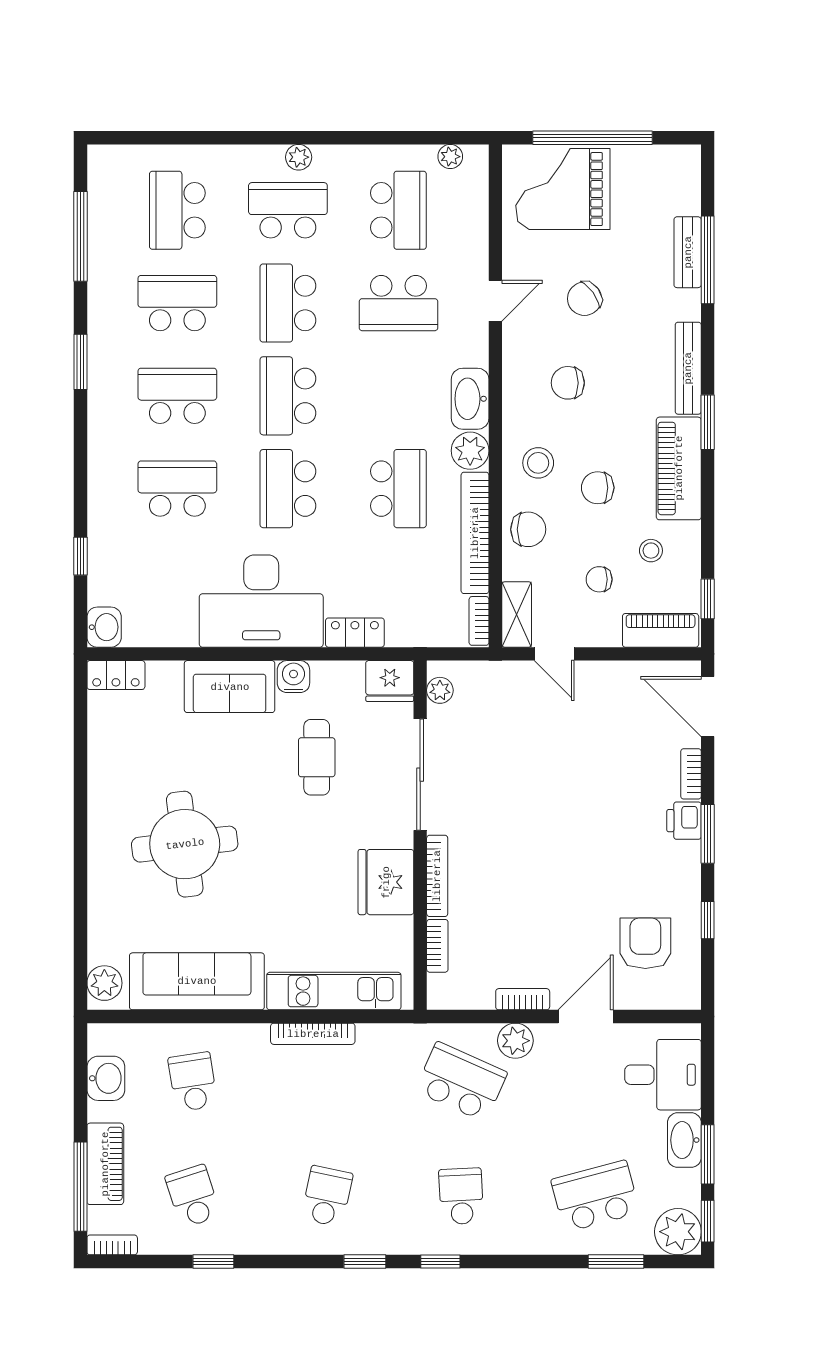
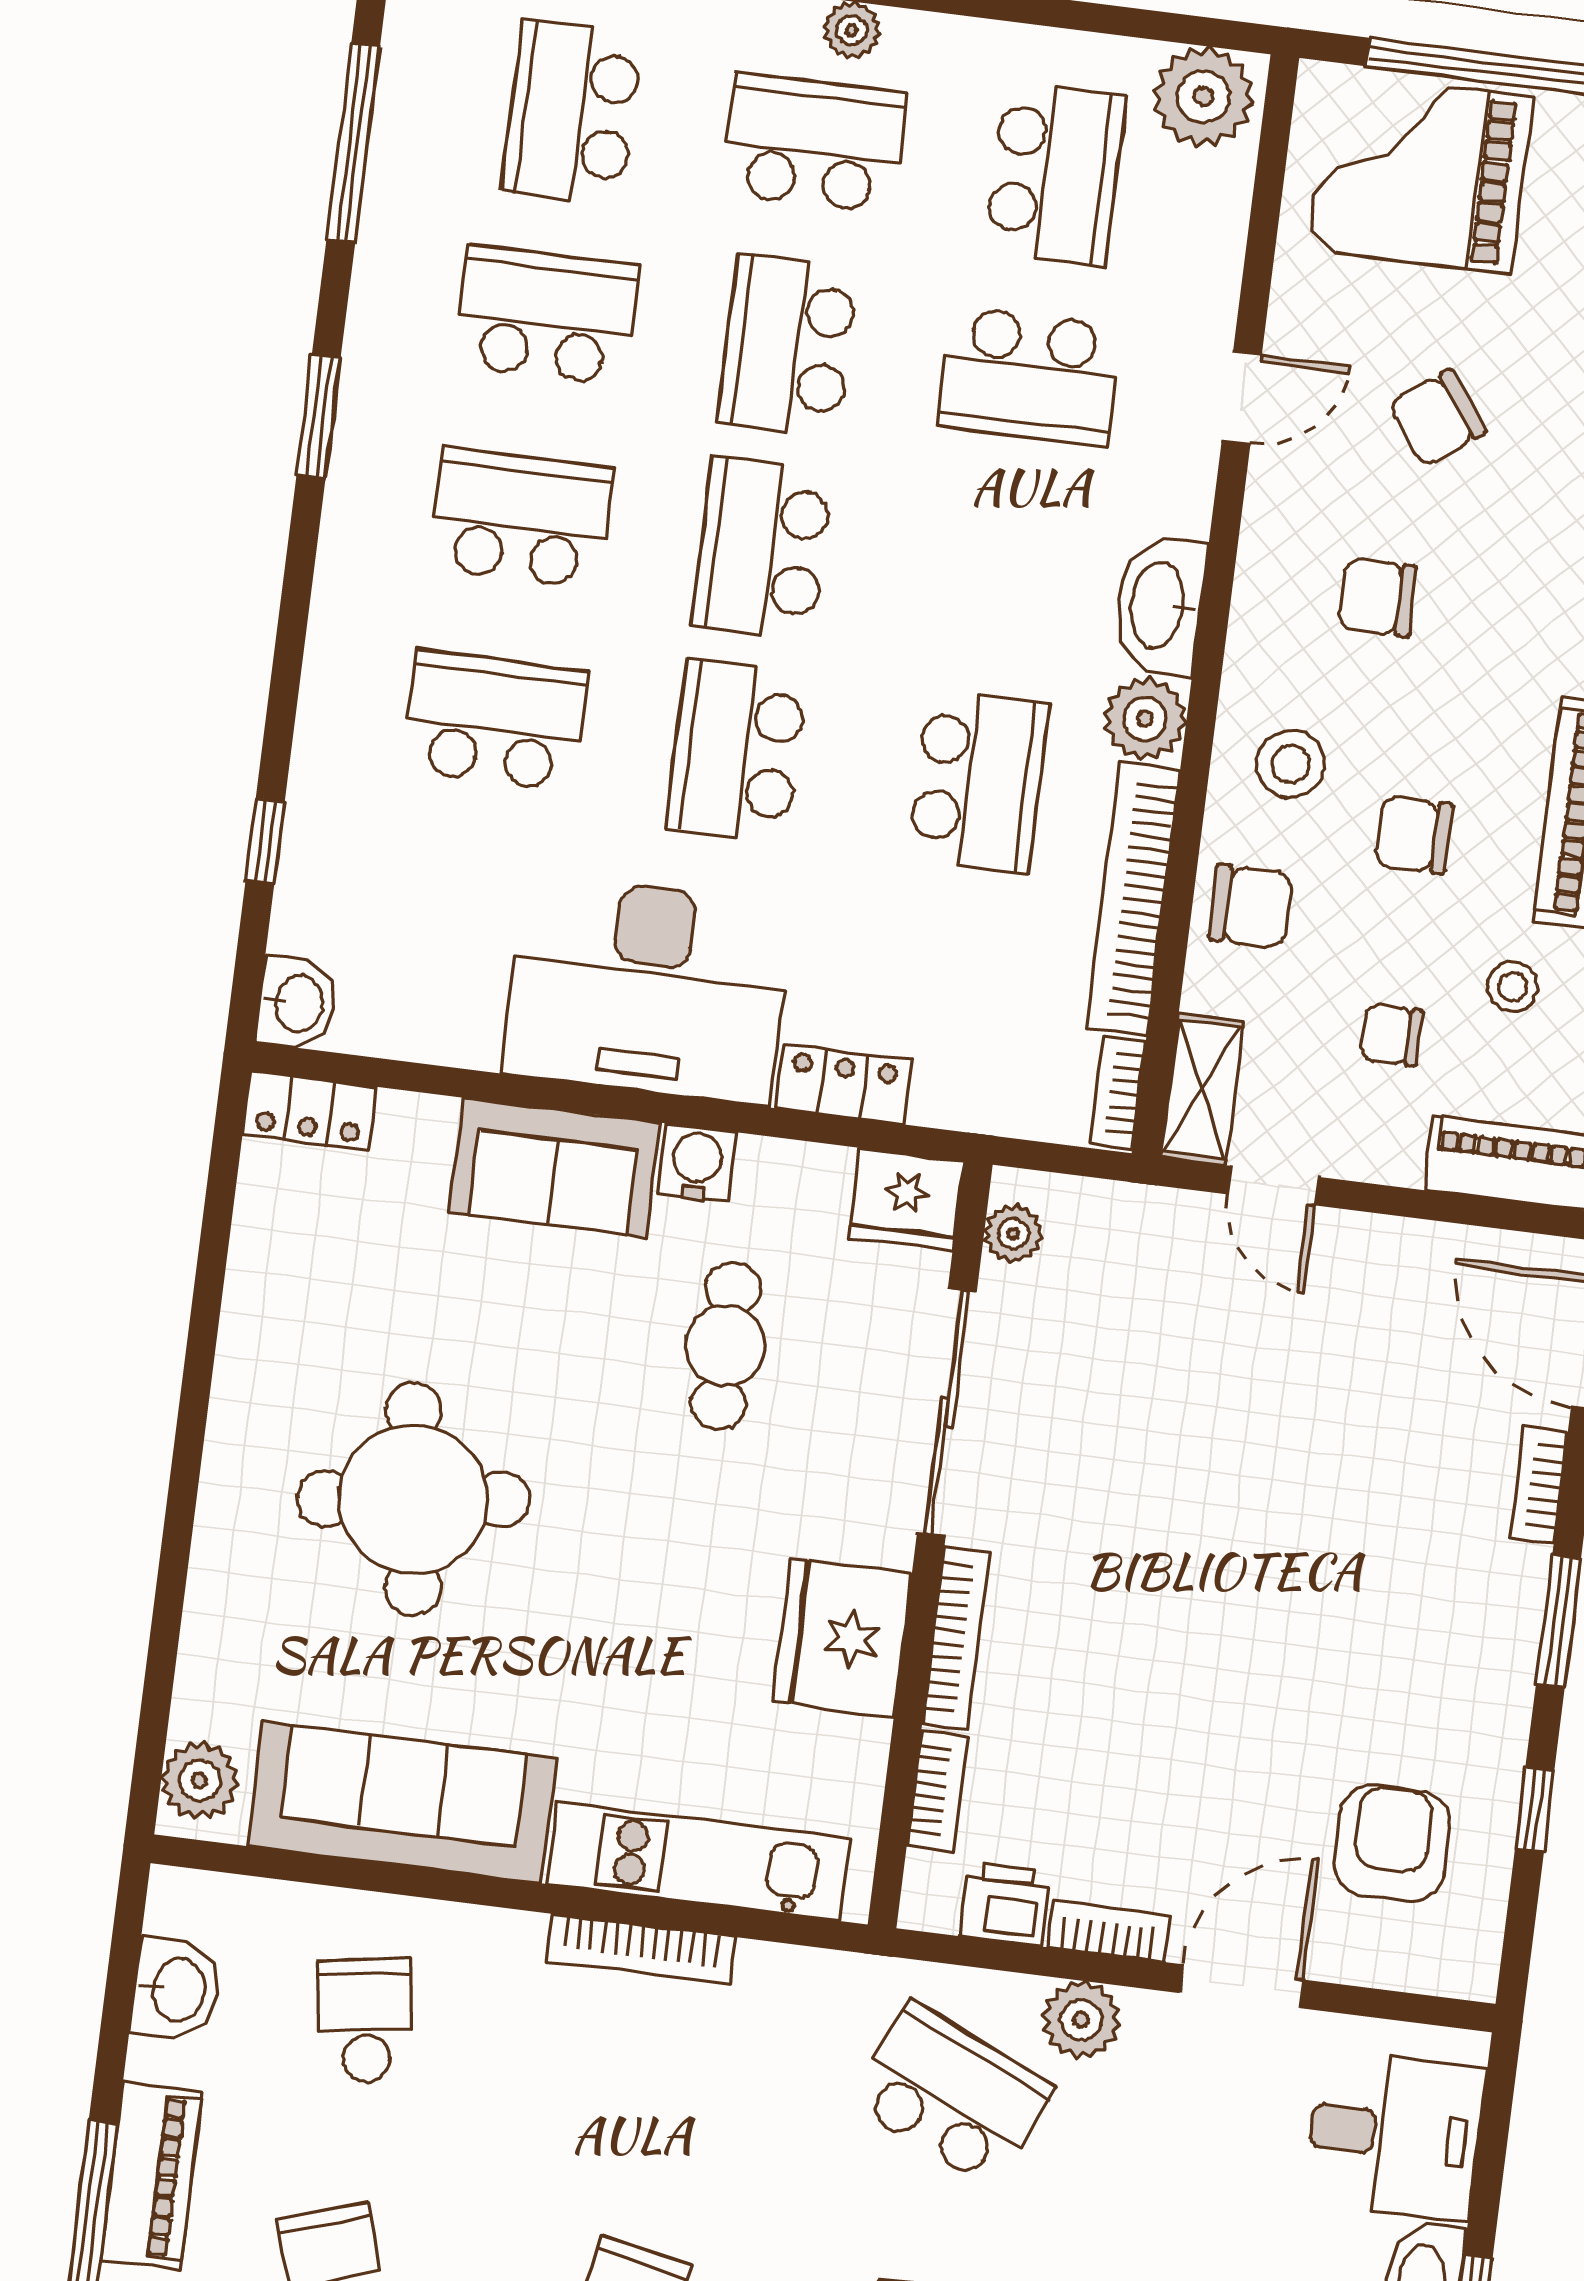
plant: (450, 157) -> (1203, 97), width x1.88, depth x1.88
printer: (684, 821) -> (1005, 1904), moved, turned 90

